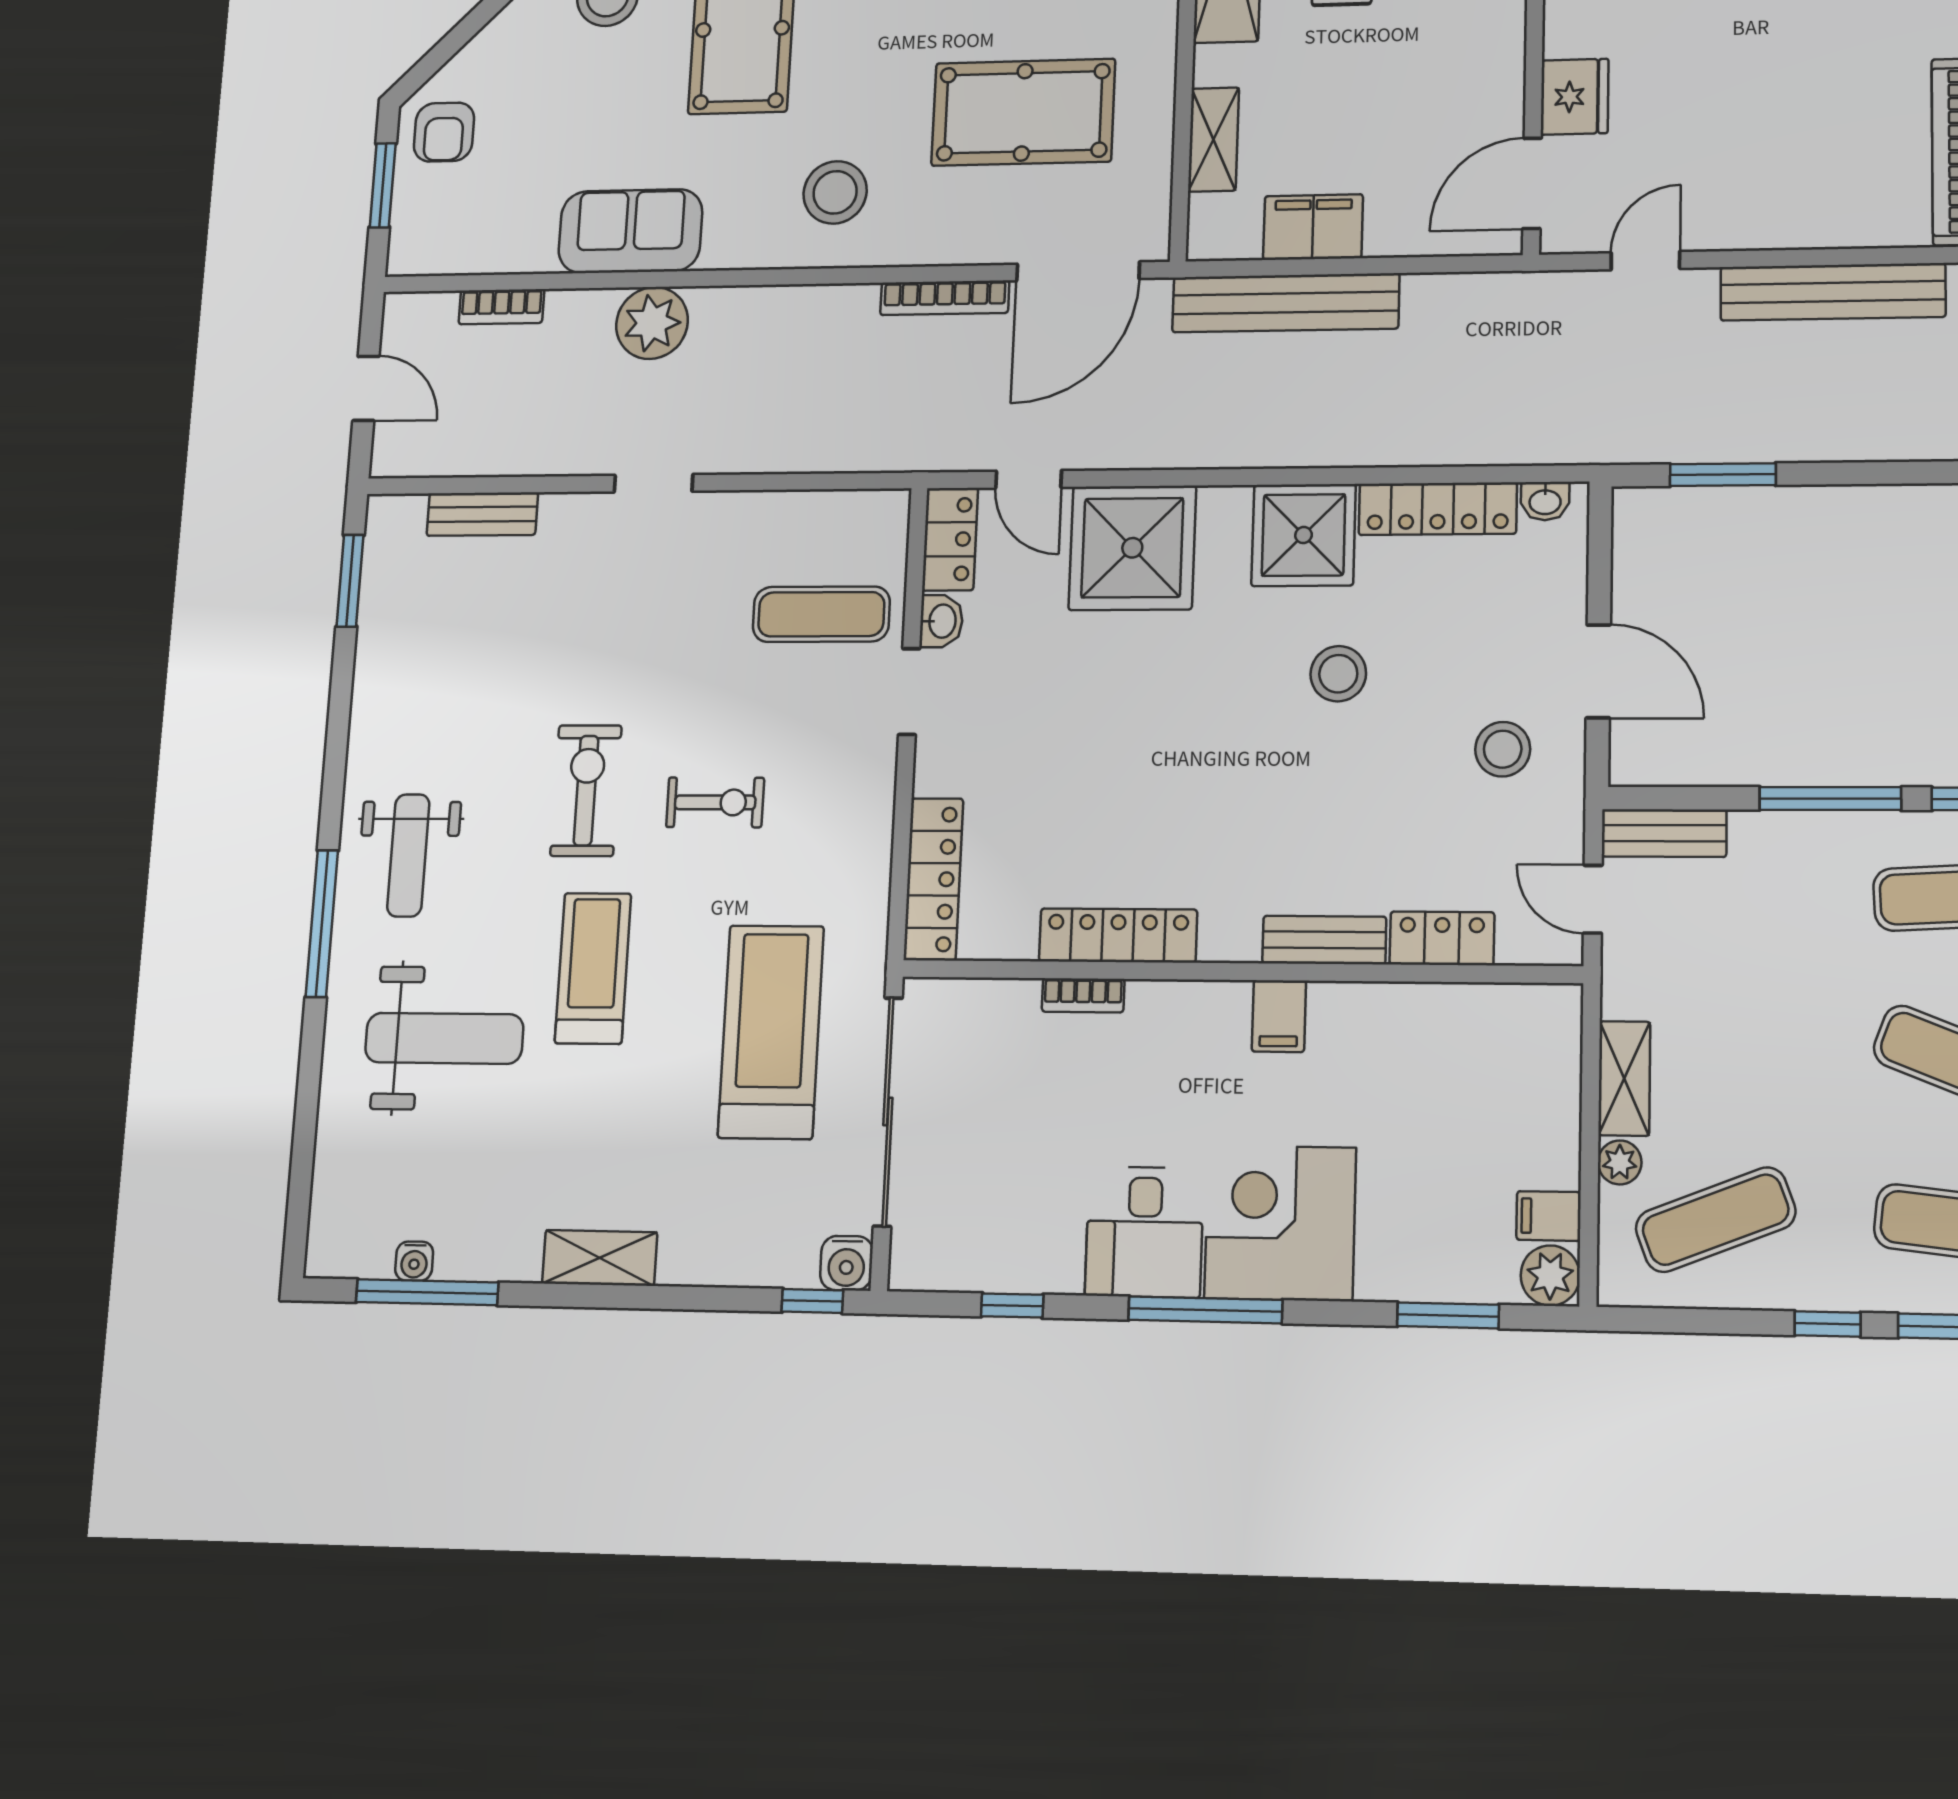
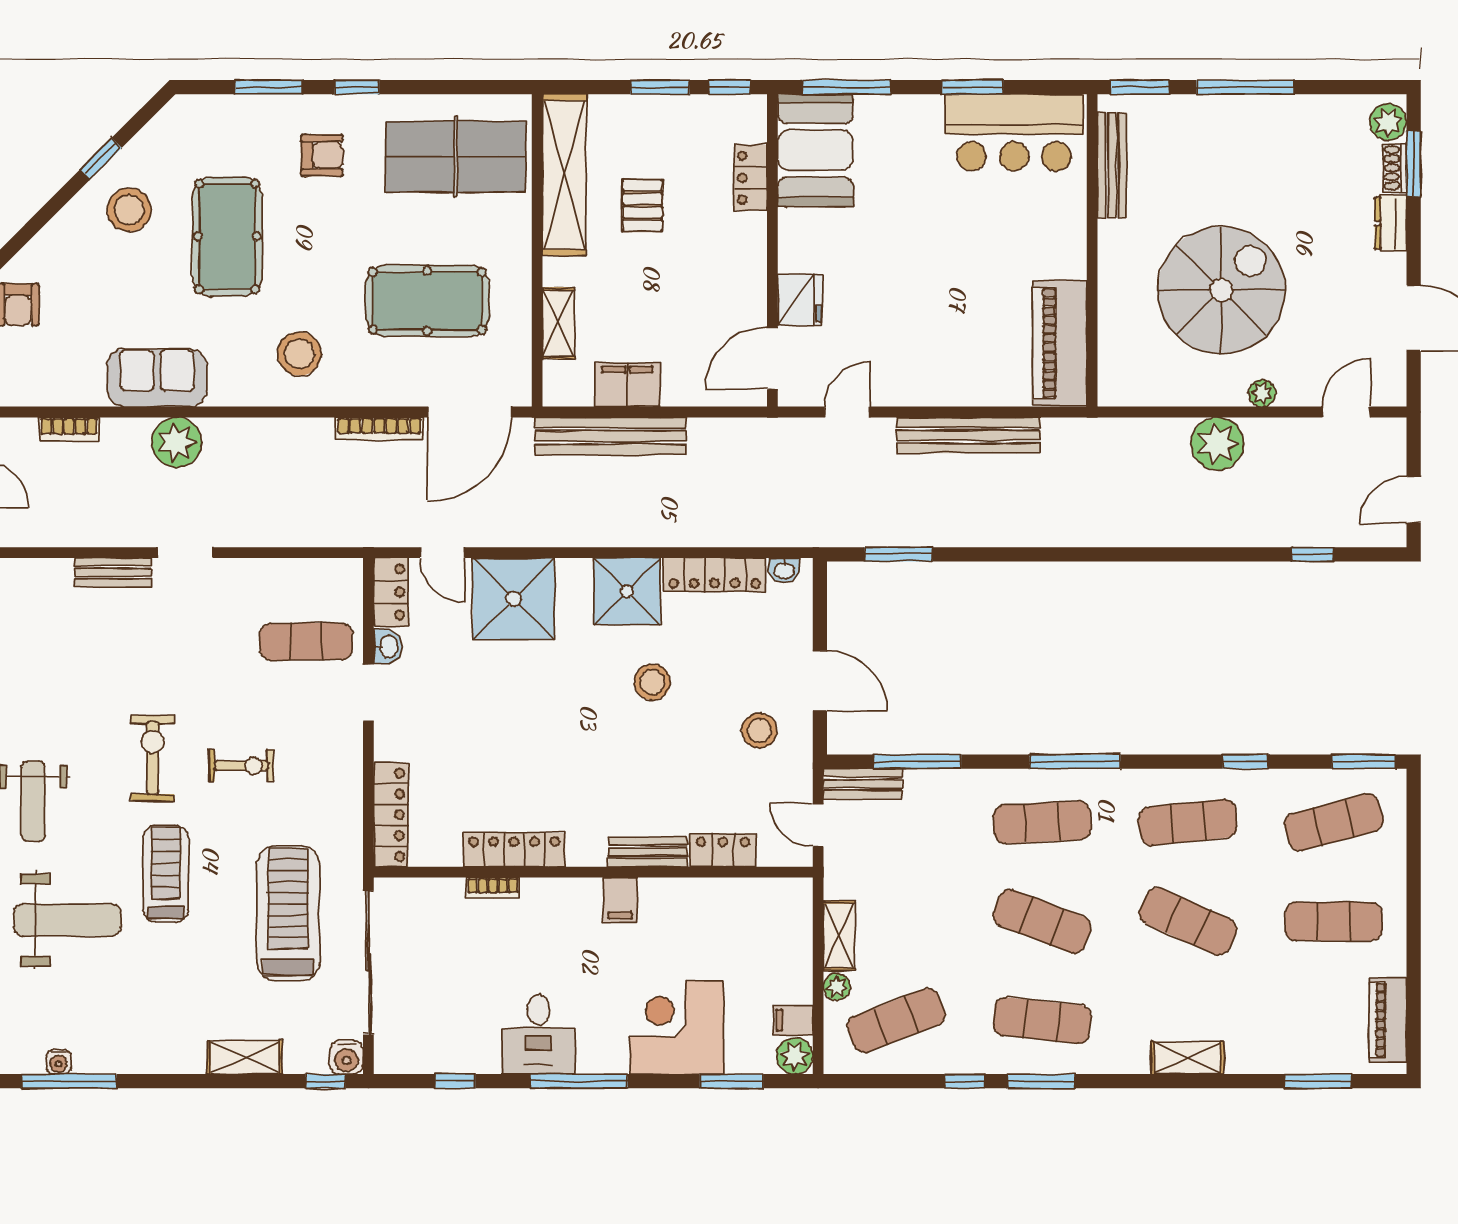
bench: (482, 514) -> (113, 572), moved
window: (1830, 799) -> (917, 762), moved
corner desk: (1280, 1223) -> (677, 1027), moved
shelving: (600, 1258) -> (245, 1057), moved

